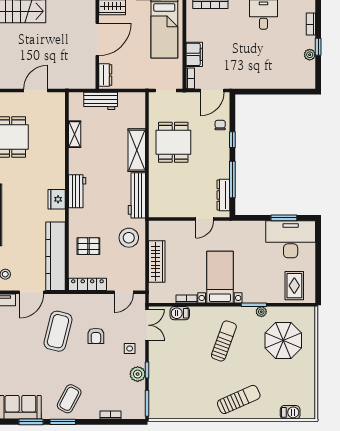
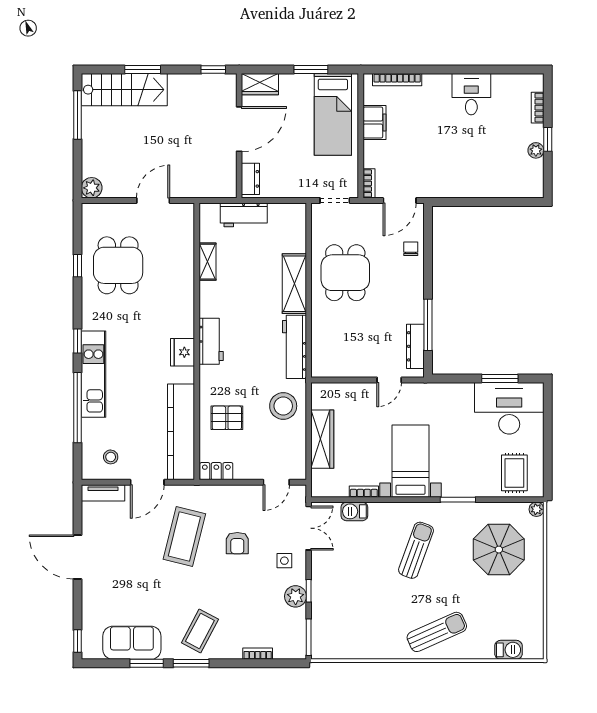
filing cabinet: (194, 54) -> (375, 123), moved
window: (232, 140) -> (428, 269), removed
locker: (87, 284) -> (216, 471), width x0.66
plant: (261, 312) -> (536, 509), moved

